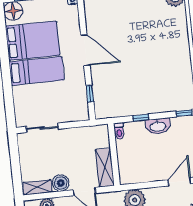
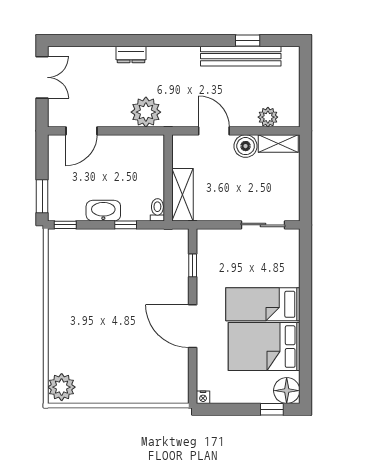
shelving: (105, 168) -> (182, 195), moved

